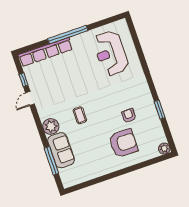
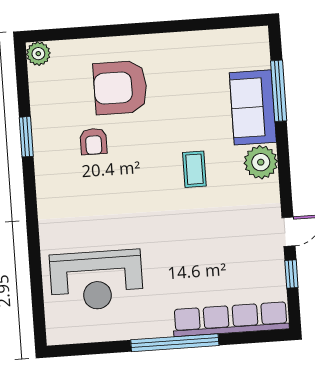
reception desk: (111, 53) -> (96, 280), turned 90

